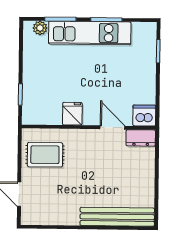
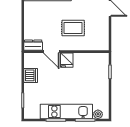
fridge: (72, 114) -> (67, 60), moved
dishwasher: (144, 115) -> (31, 75), moved, turned -90
rug: (45, 155) -> (73, 28), moved

